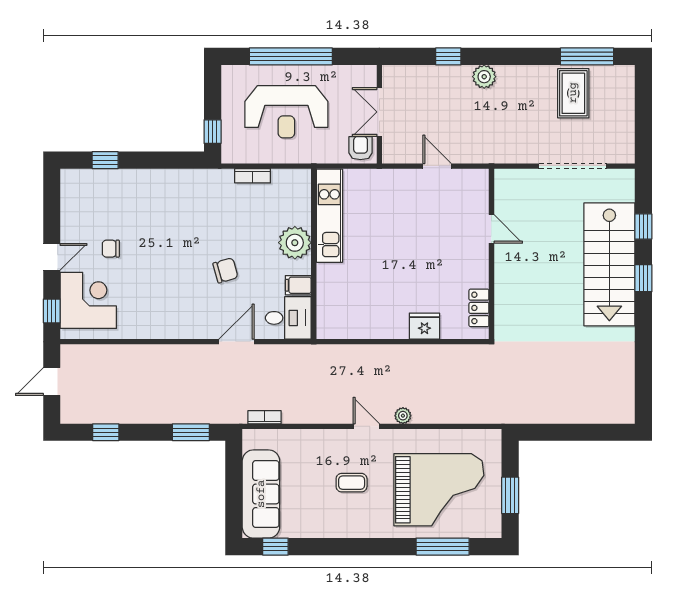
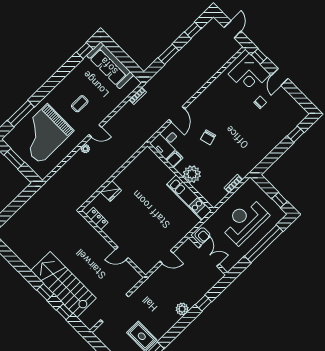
window: (213, 132) -> (280, 200), moved
window: (191, 432) -> (168, 54), moved

